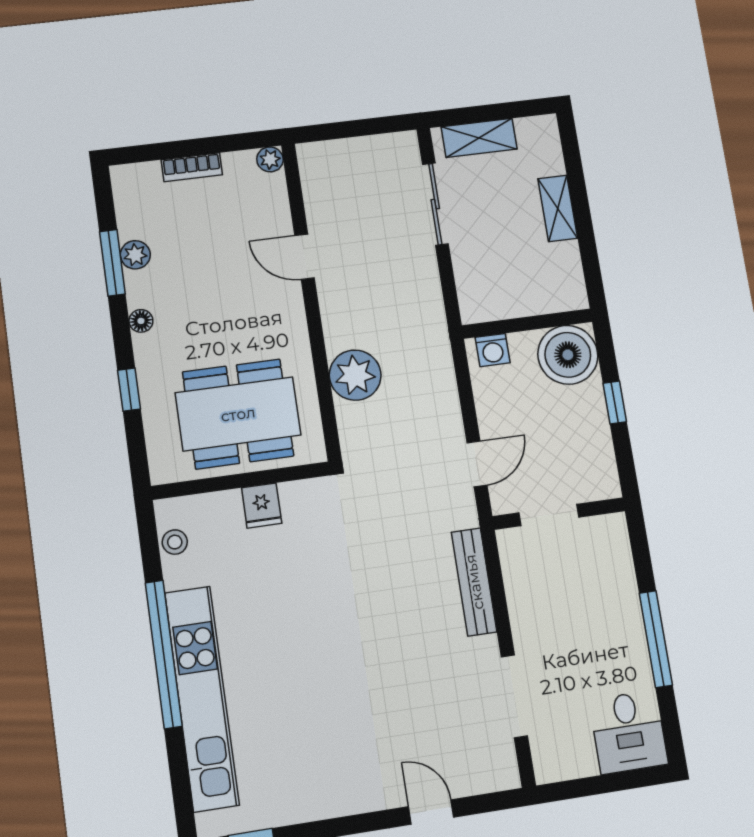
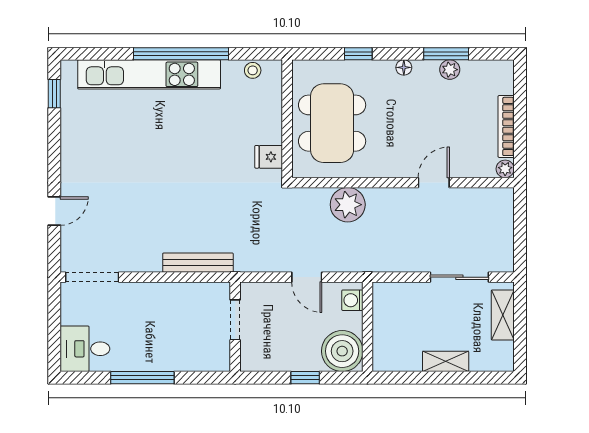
bookcase: (192, 167) -> (506, 126), width x1.56
door: (477, 464) -> (307, 277), moved
fridge: (262, 505) -> (269, 157), moved
doorway: (514, 696) -> (92, 277), moved

